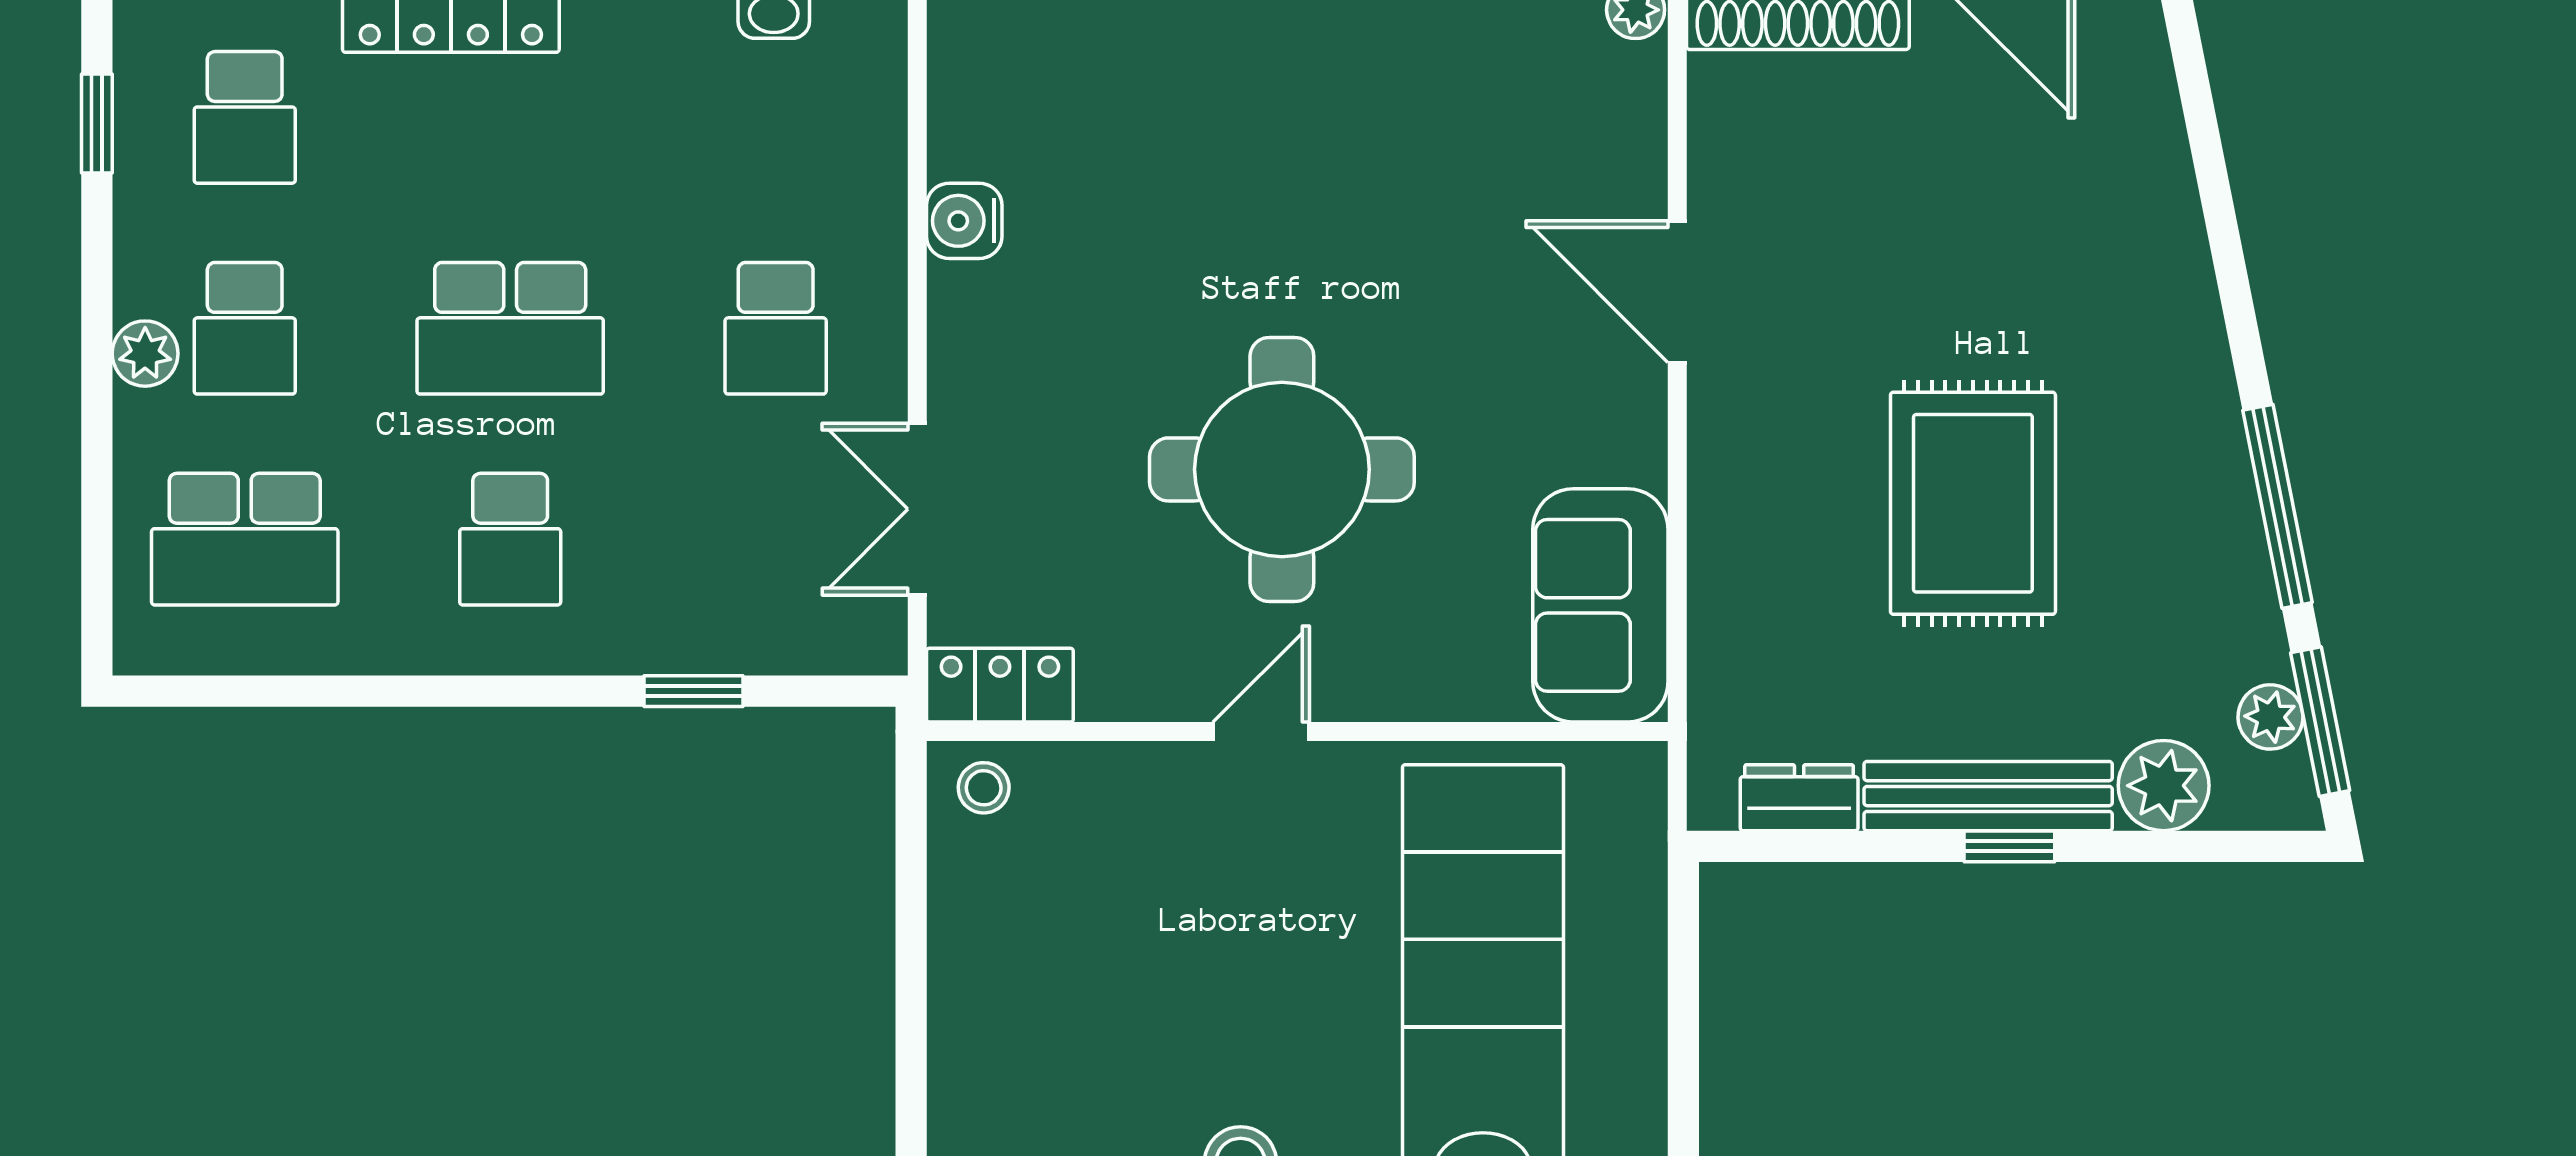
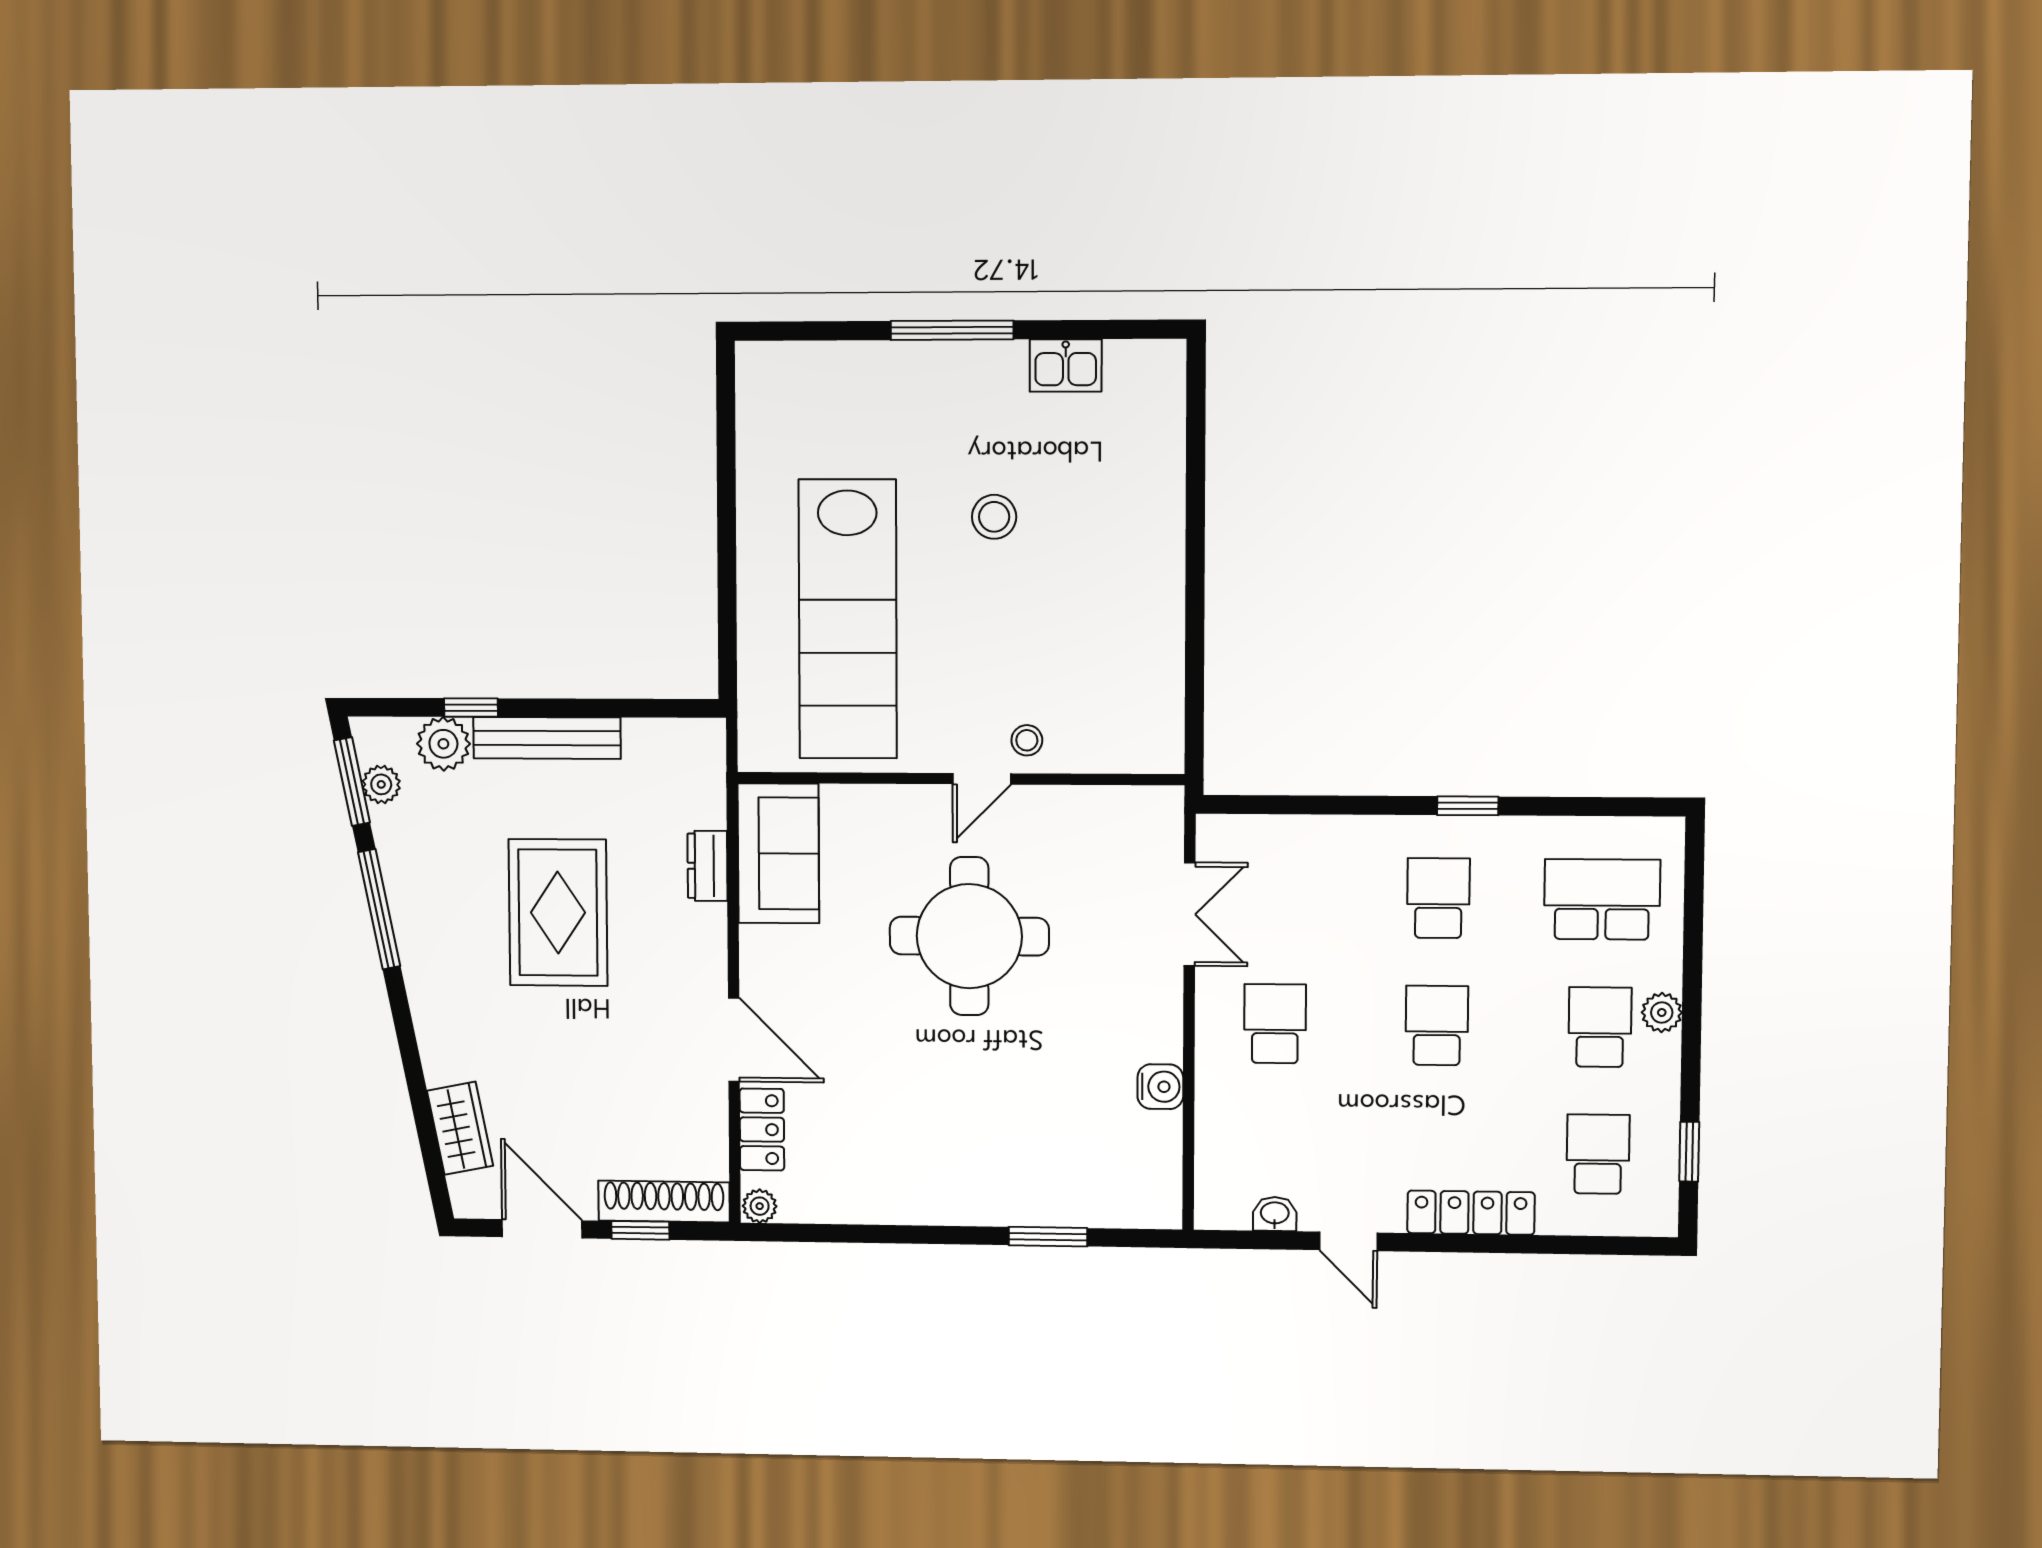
wardrobe: (2145, 135) -> (460, 1128), added
school desk: (510, 328) -> (1437, 1025), width x0.54
locker: (1000, 685) -> (762, 1129), moved, turned -90
window: (694, 691) -> (1468, 806), moved
stool: (984, 788) -> (1027, 740), moved
dresser: (1799, 798) -> (707, 866), moved, turned 90
window: (2009, 846) -> (471, 708), moved

